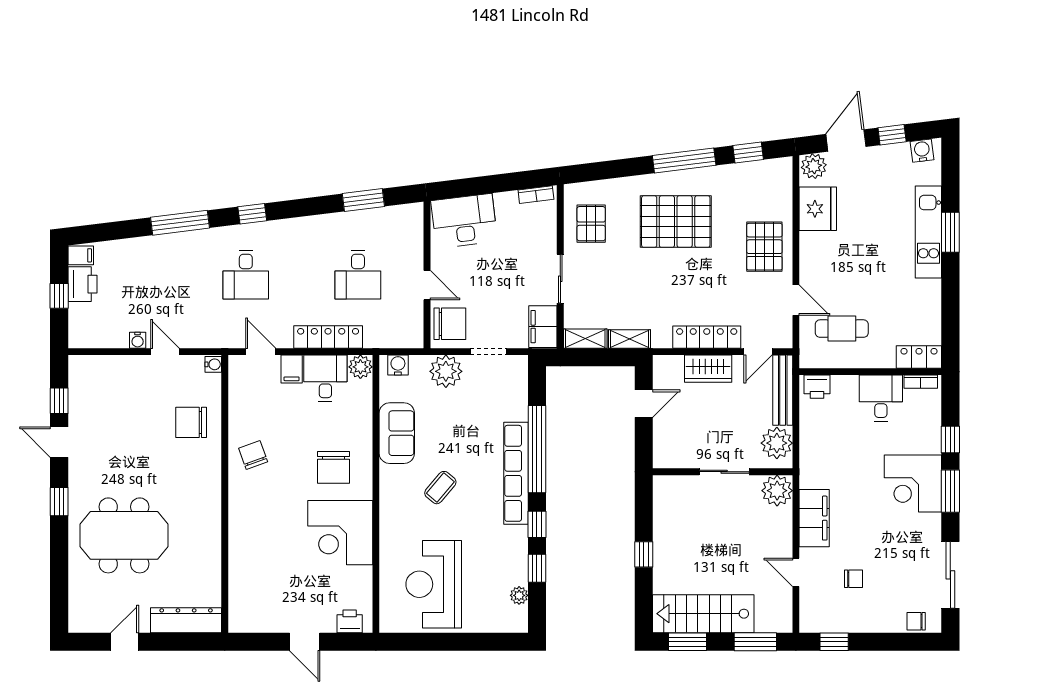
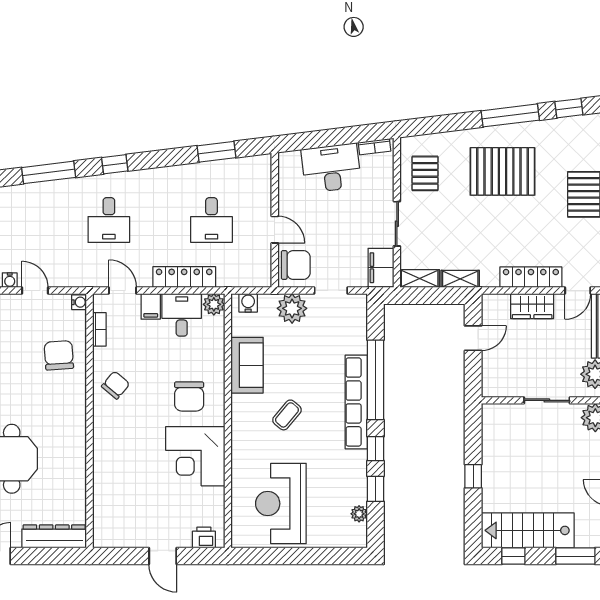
desk: (464, 221) -> (331, 168), moved
bookcase: (235, 394) -> (99, 329), added
chair: (191, 422) -> (59, 355), turned 86
chair: (253, 455) -> (116, 385), turned 60
window: (688, 642) -> (513, 556), width x0.67

